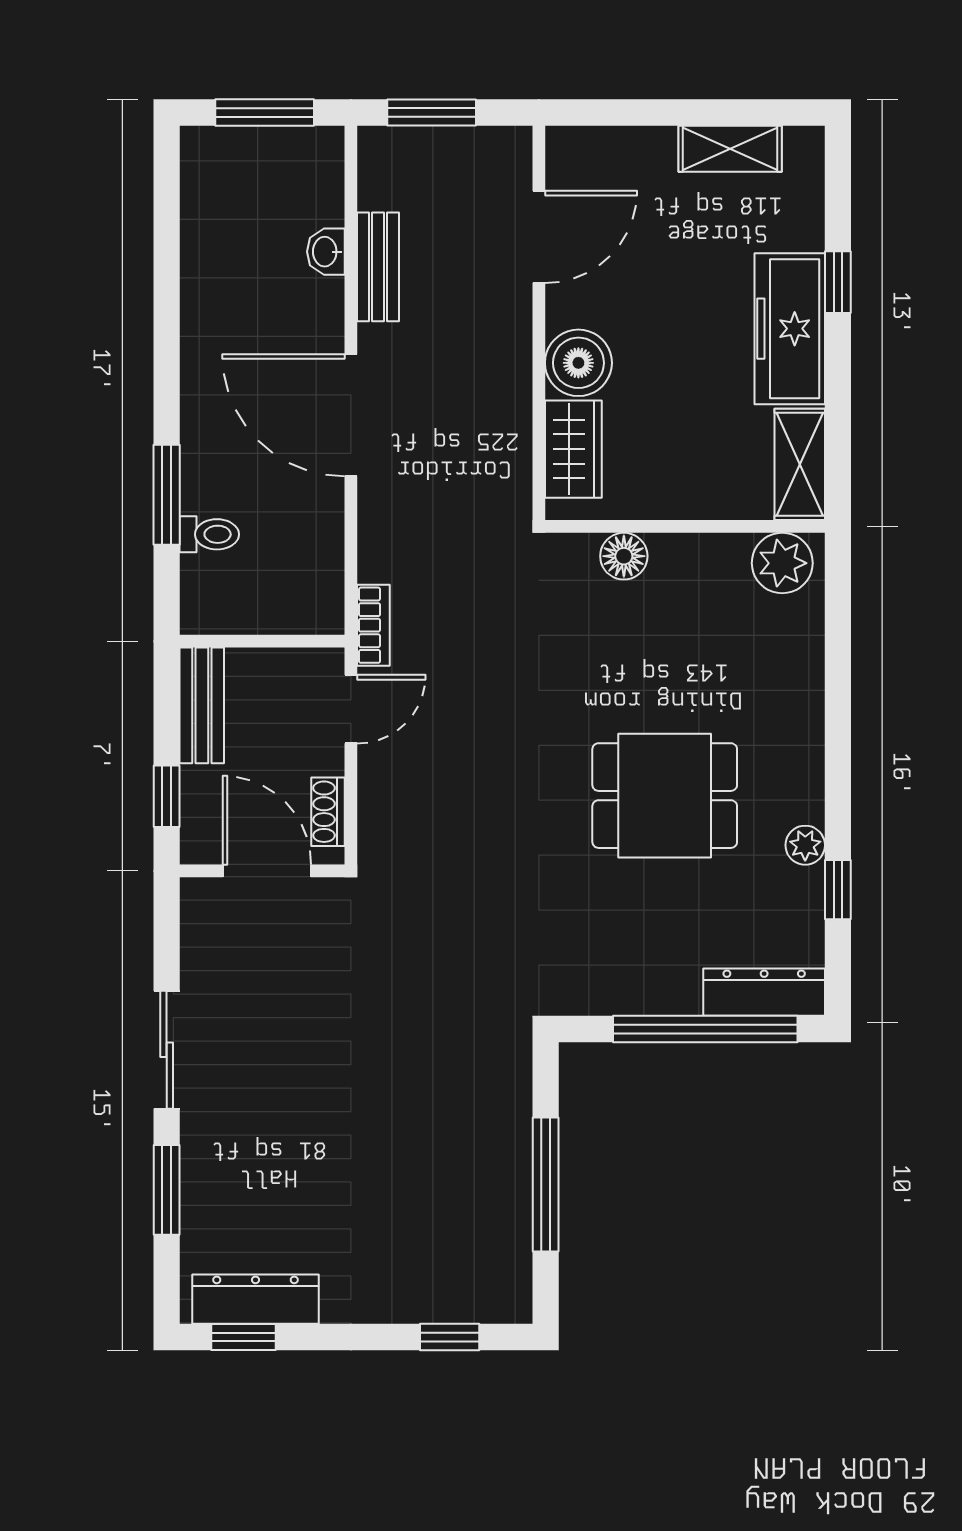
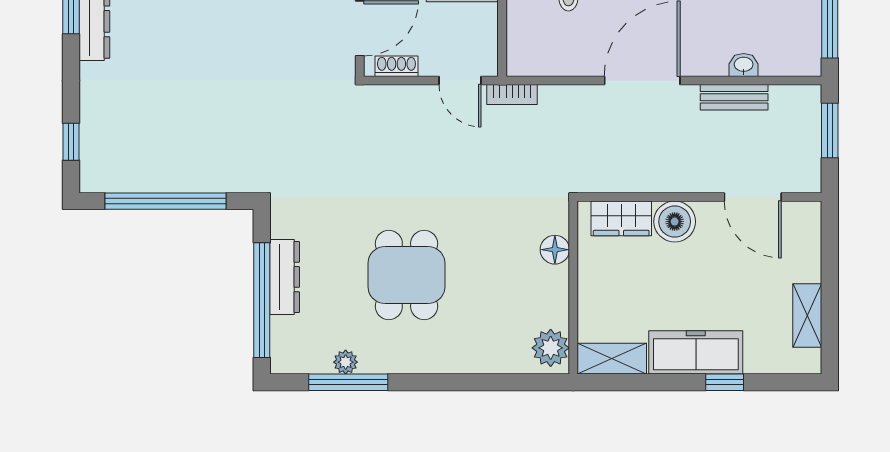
plant: (805, 845) -> (346, 362), moved
window: (838, 890) -> (348, 382), width x2.17
dresser: (764, 992) -> (285, 277), moved
window: (546, 1184) -> (165, 201), width x1.46

